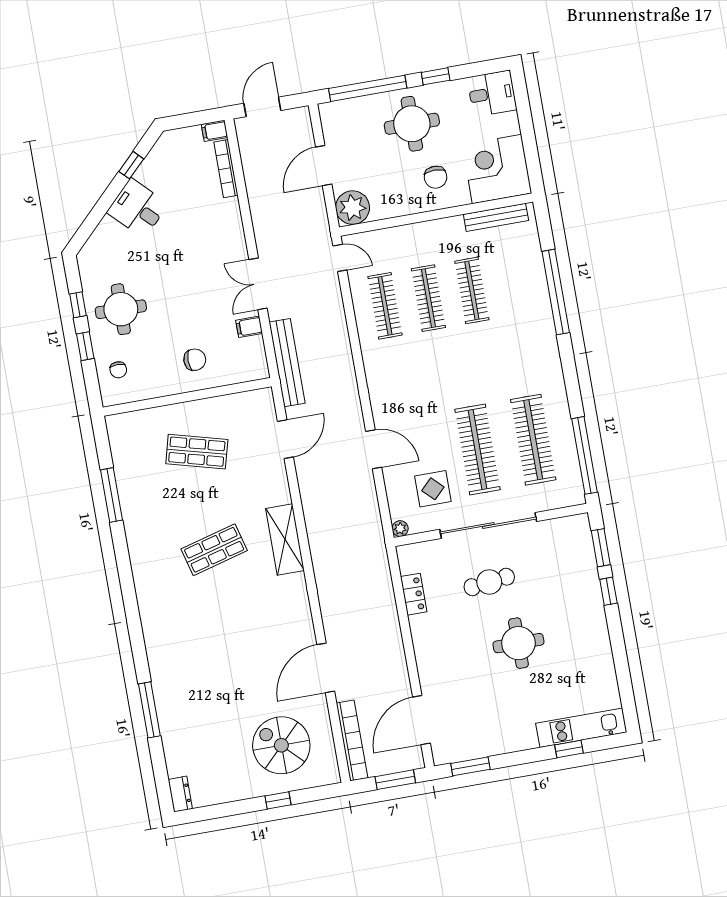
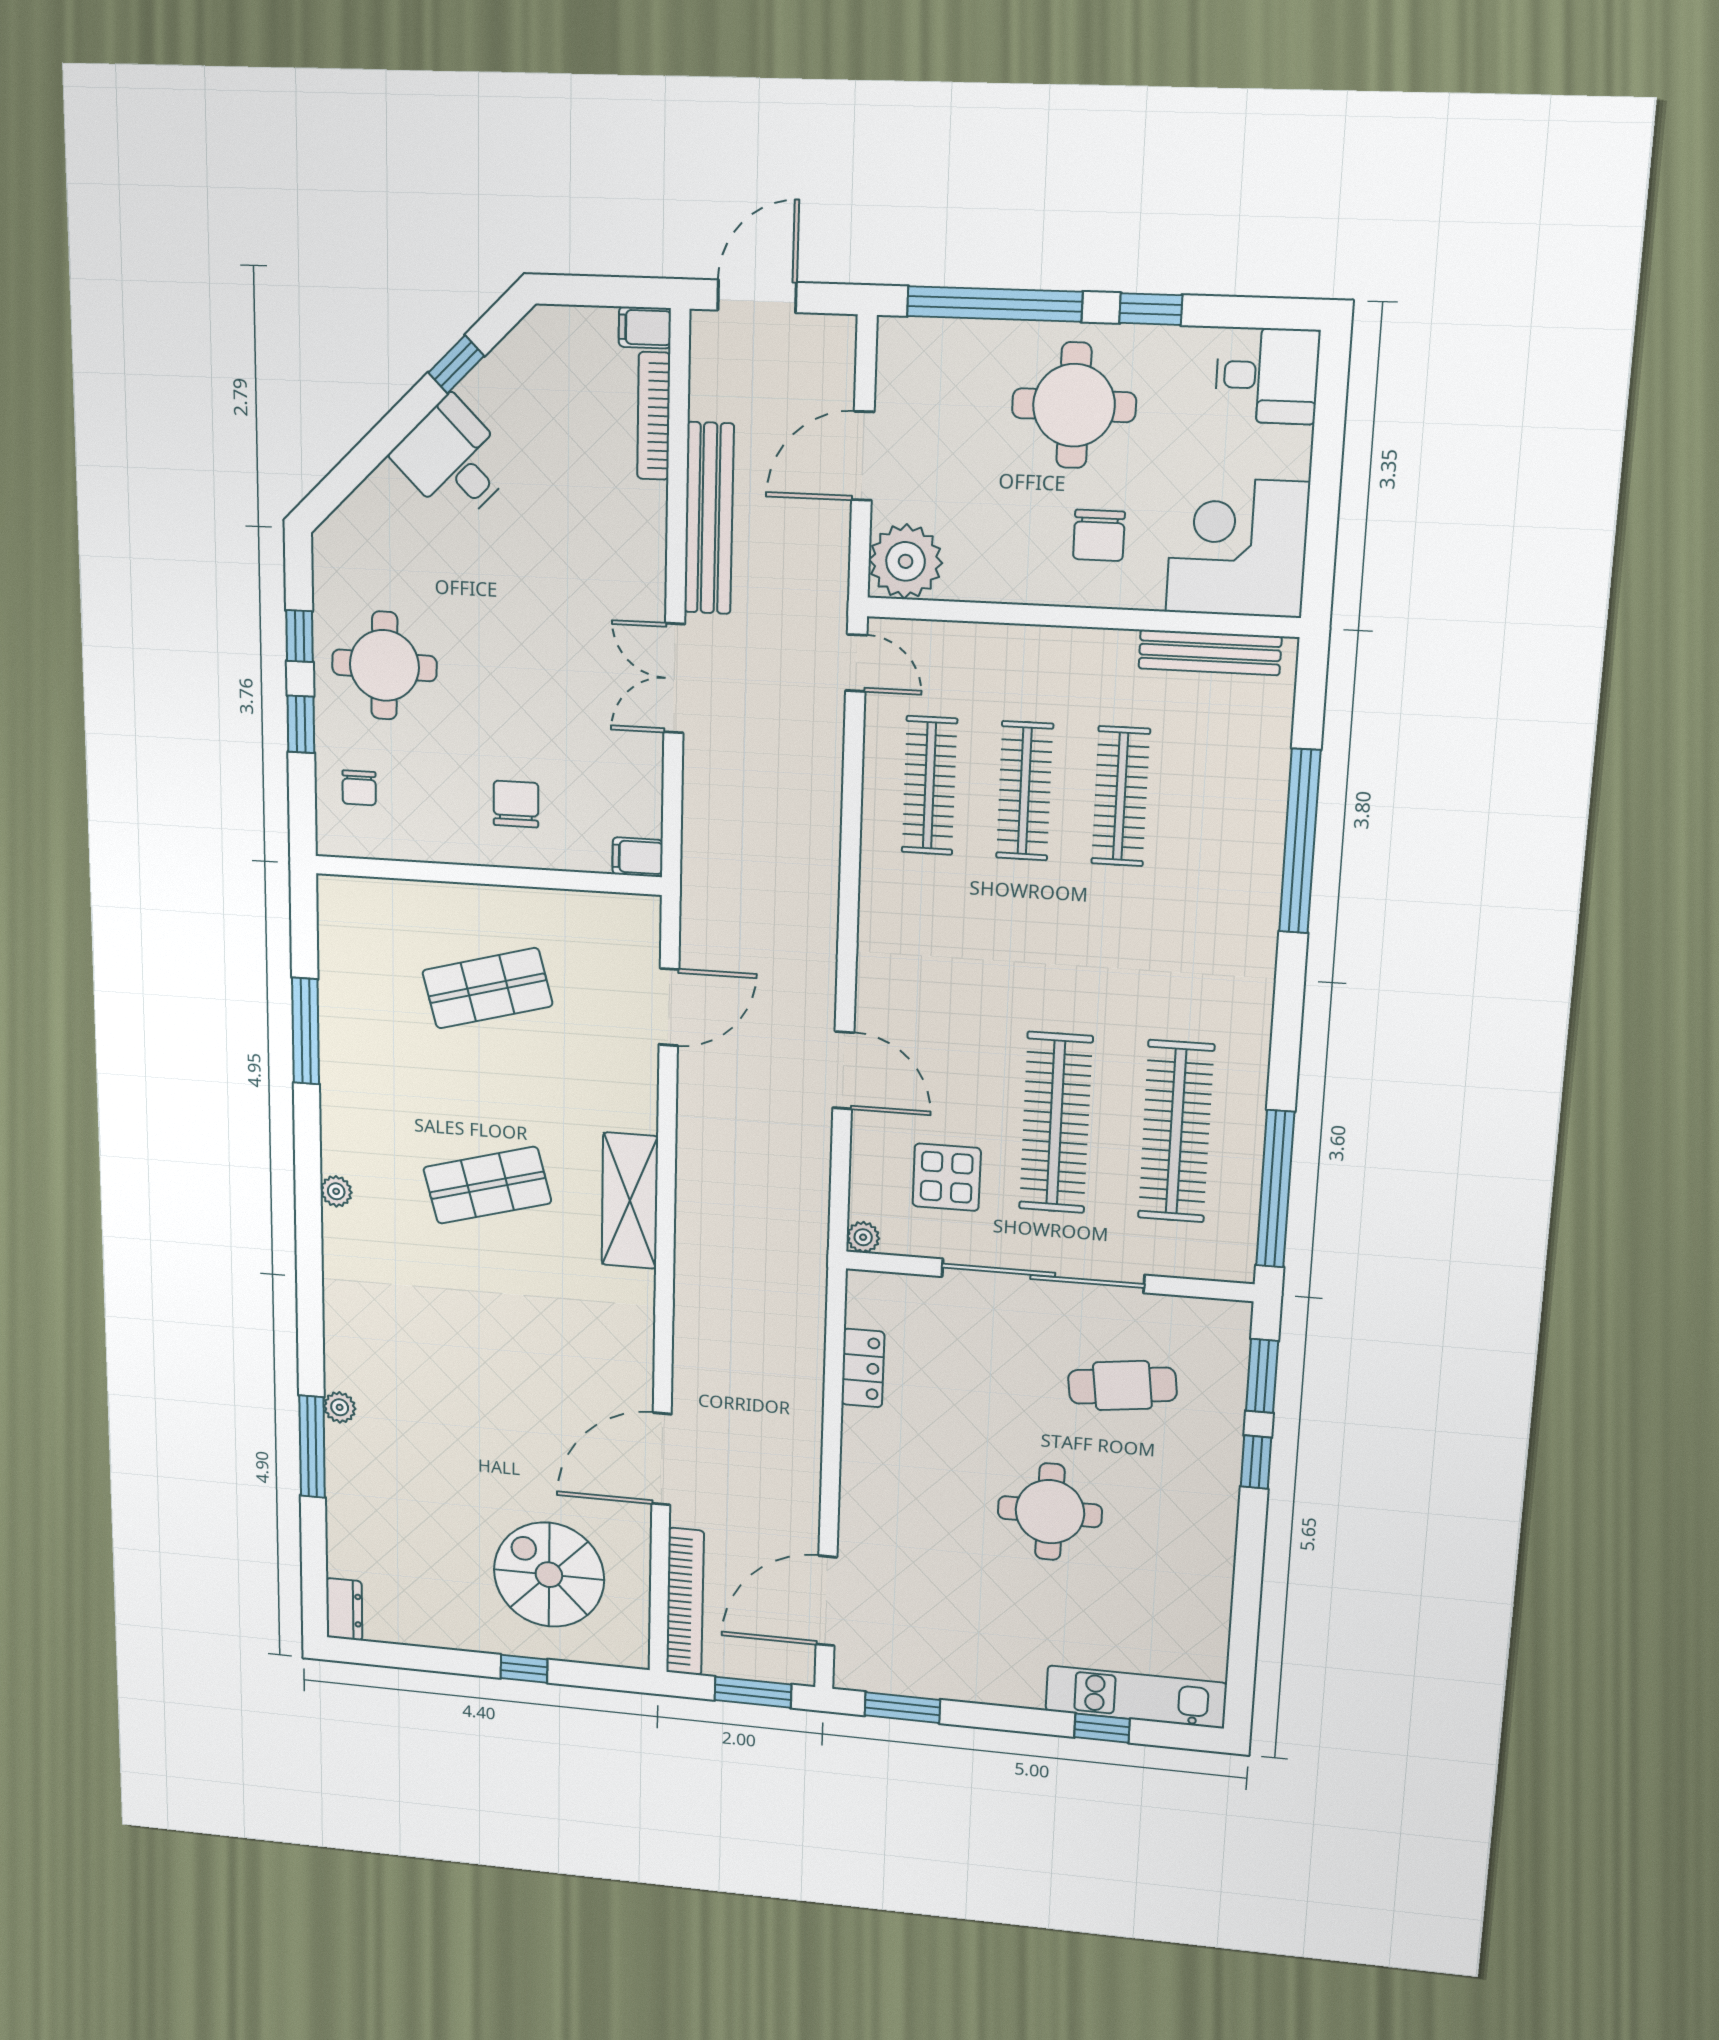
filing cabinet: (249, 327) -> (638, 857), moved
chair: (195, 360) -> (516, 804), turned -90
bench: (287, 363) -> (709, 518), moved
shop shelf: (197, 452) -> (487, 988), turned -30
plant: (140, 572) -> (336, 1191), added
cafe table: (489, 582) -> (1122, 1386), moved
plant: (160, 685) -> (340, 1407), added

